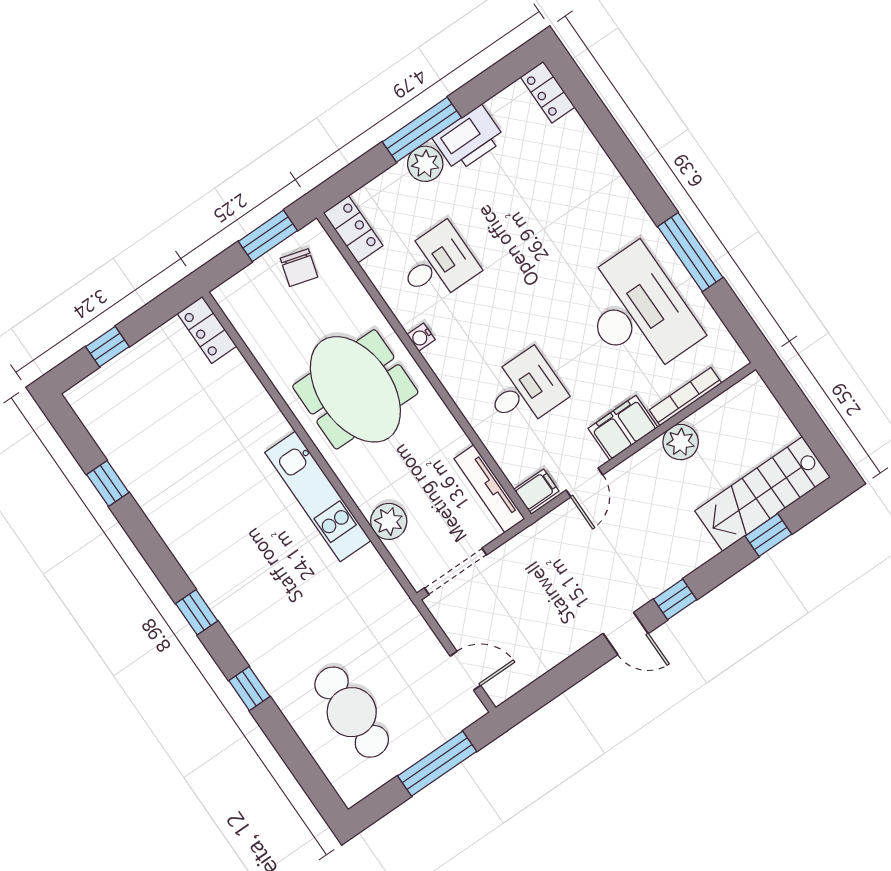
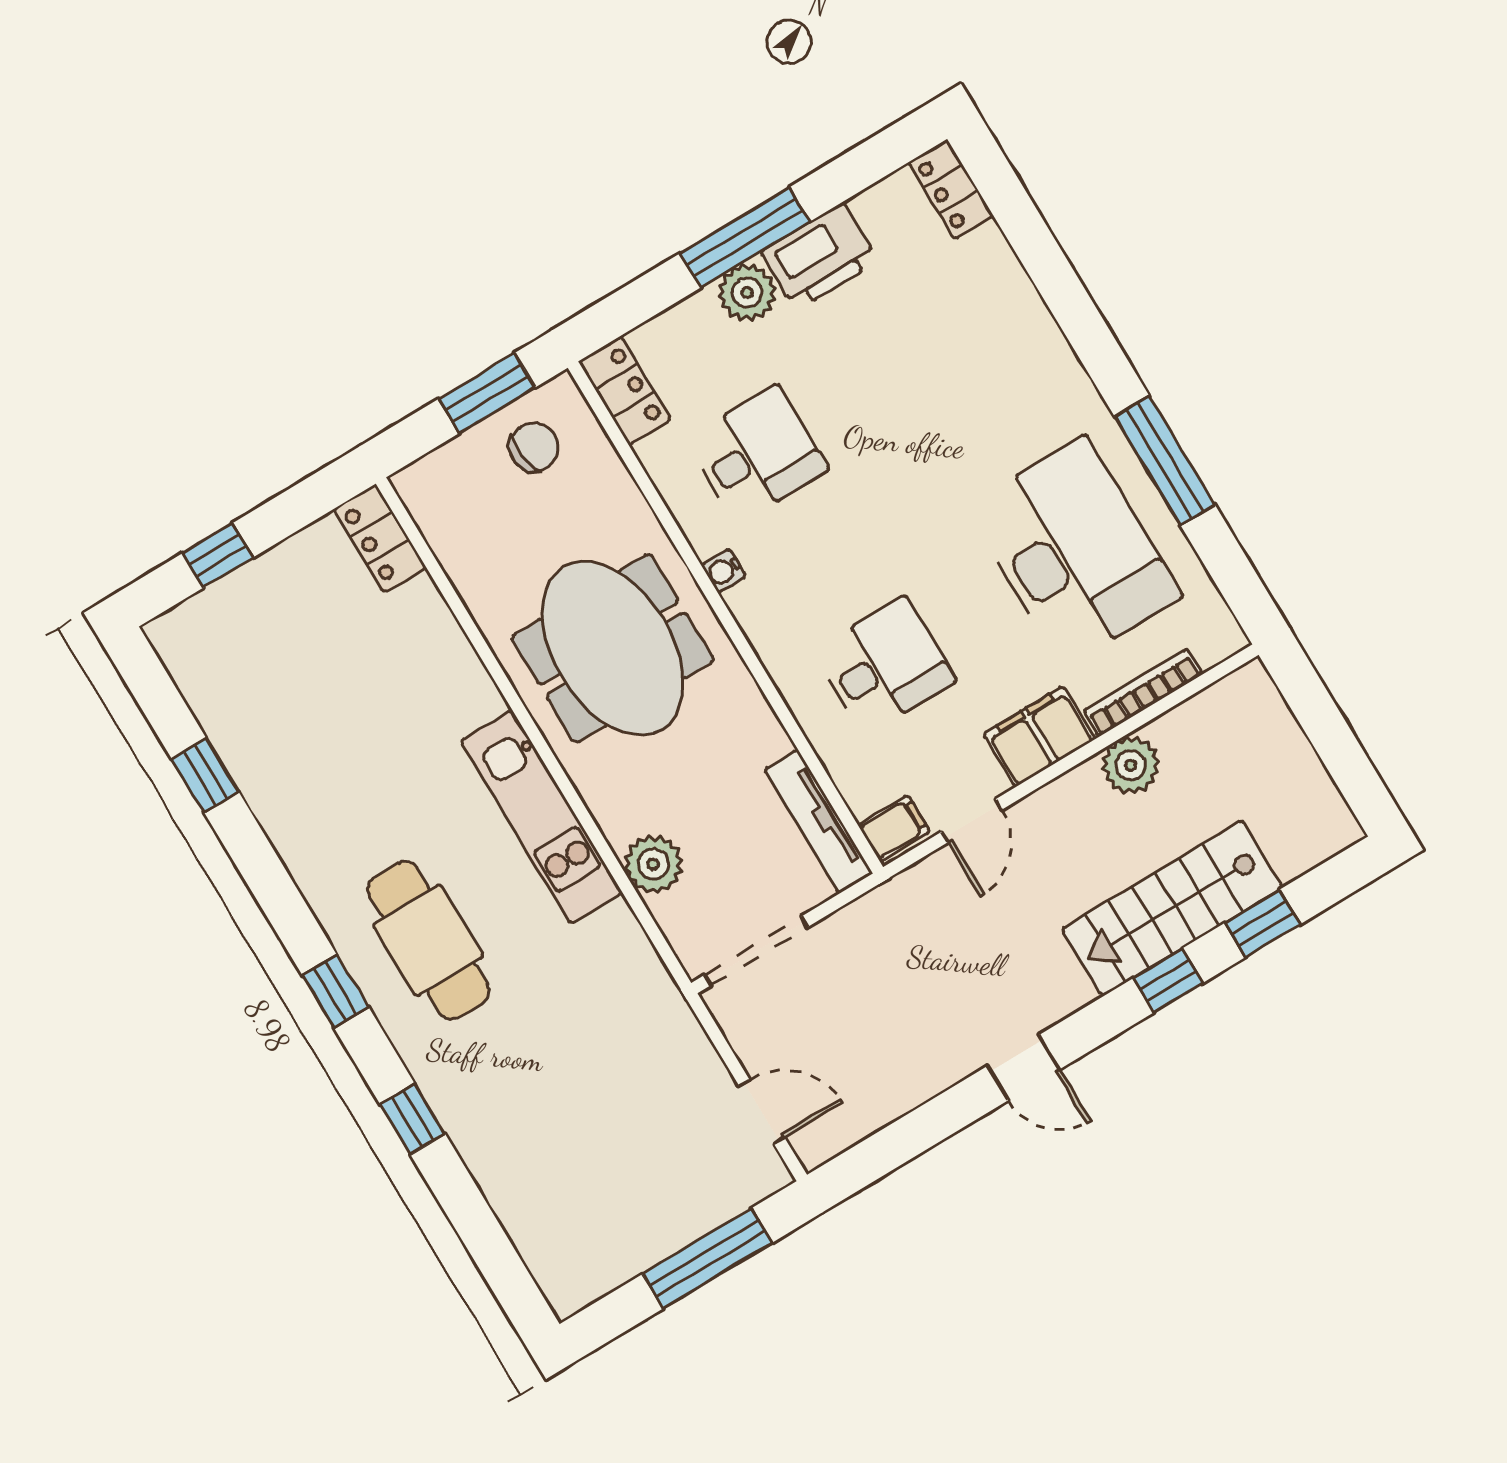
chair: (299, 268) -> (534, 447), turned -113
stairs: (763, 494) -> (1172, 908), moved
window: (675, 599) -> (1168, 980), moved
cafe table: (352, 712) -> (428, 940), moved

